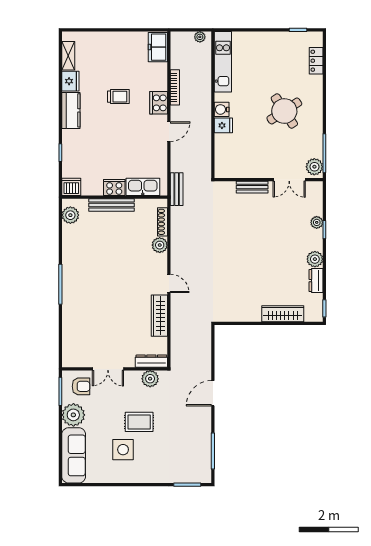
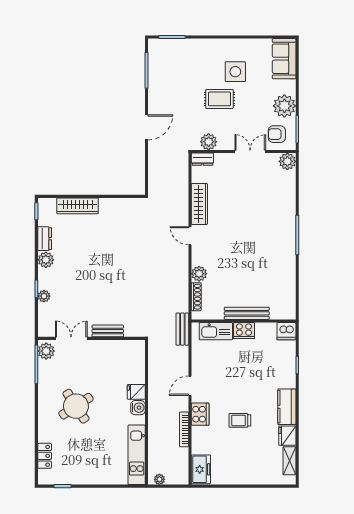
plant: (70, 215) -> (287, 161), moved
dresser: (151, 361) -> (202, 159), width x0.70
sofa: (74, 455) -> (284, 59), width x0.73

